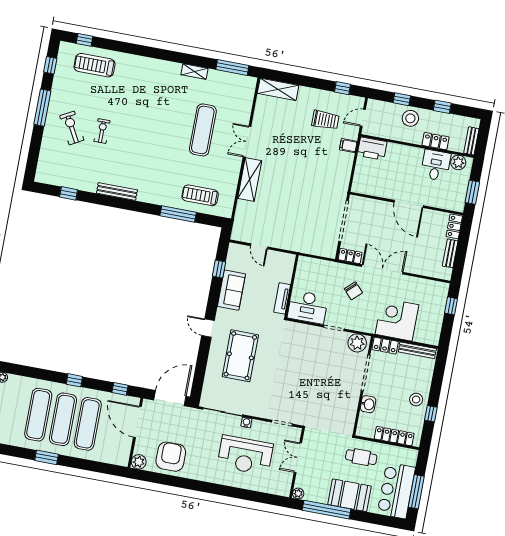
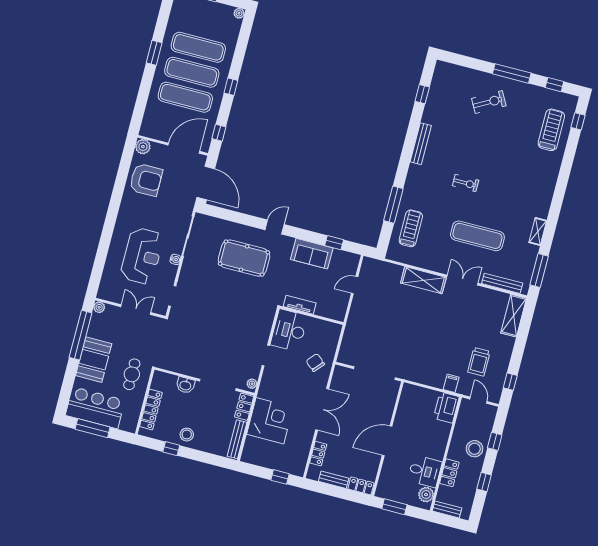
bench: (247, 103) -> (502, 283), added
exercise bike: (102, 131) -> (466, 183), moved
locker: (350, 256) -> (318, 454), moved
chair: (353, 291) -> (315, 363), moved, turned 84
plant: (357, 343) -> (252, 384), width x0.53, depth x0.53
reception desk: (245, 455) -> (142, 256), turned 180

